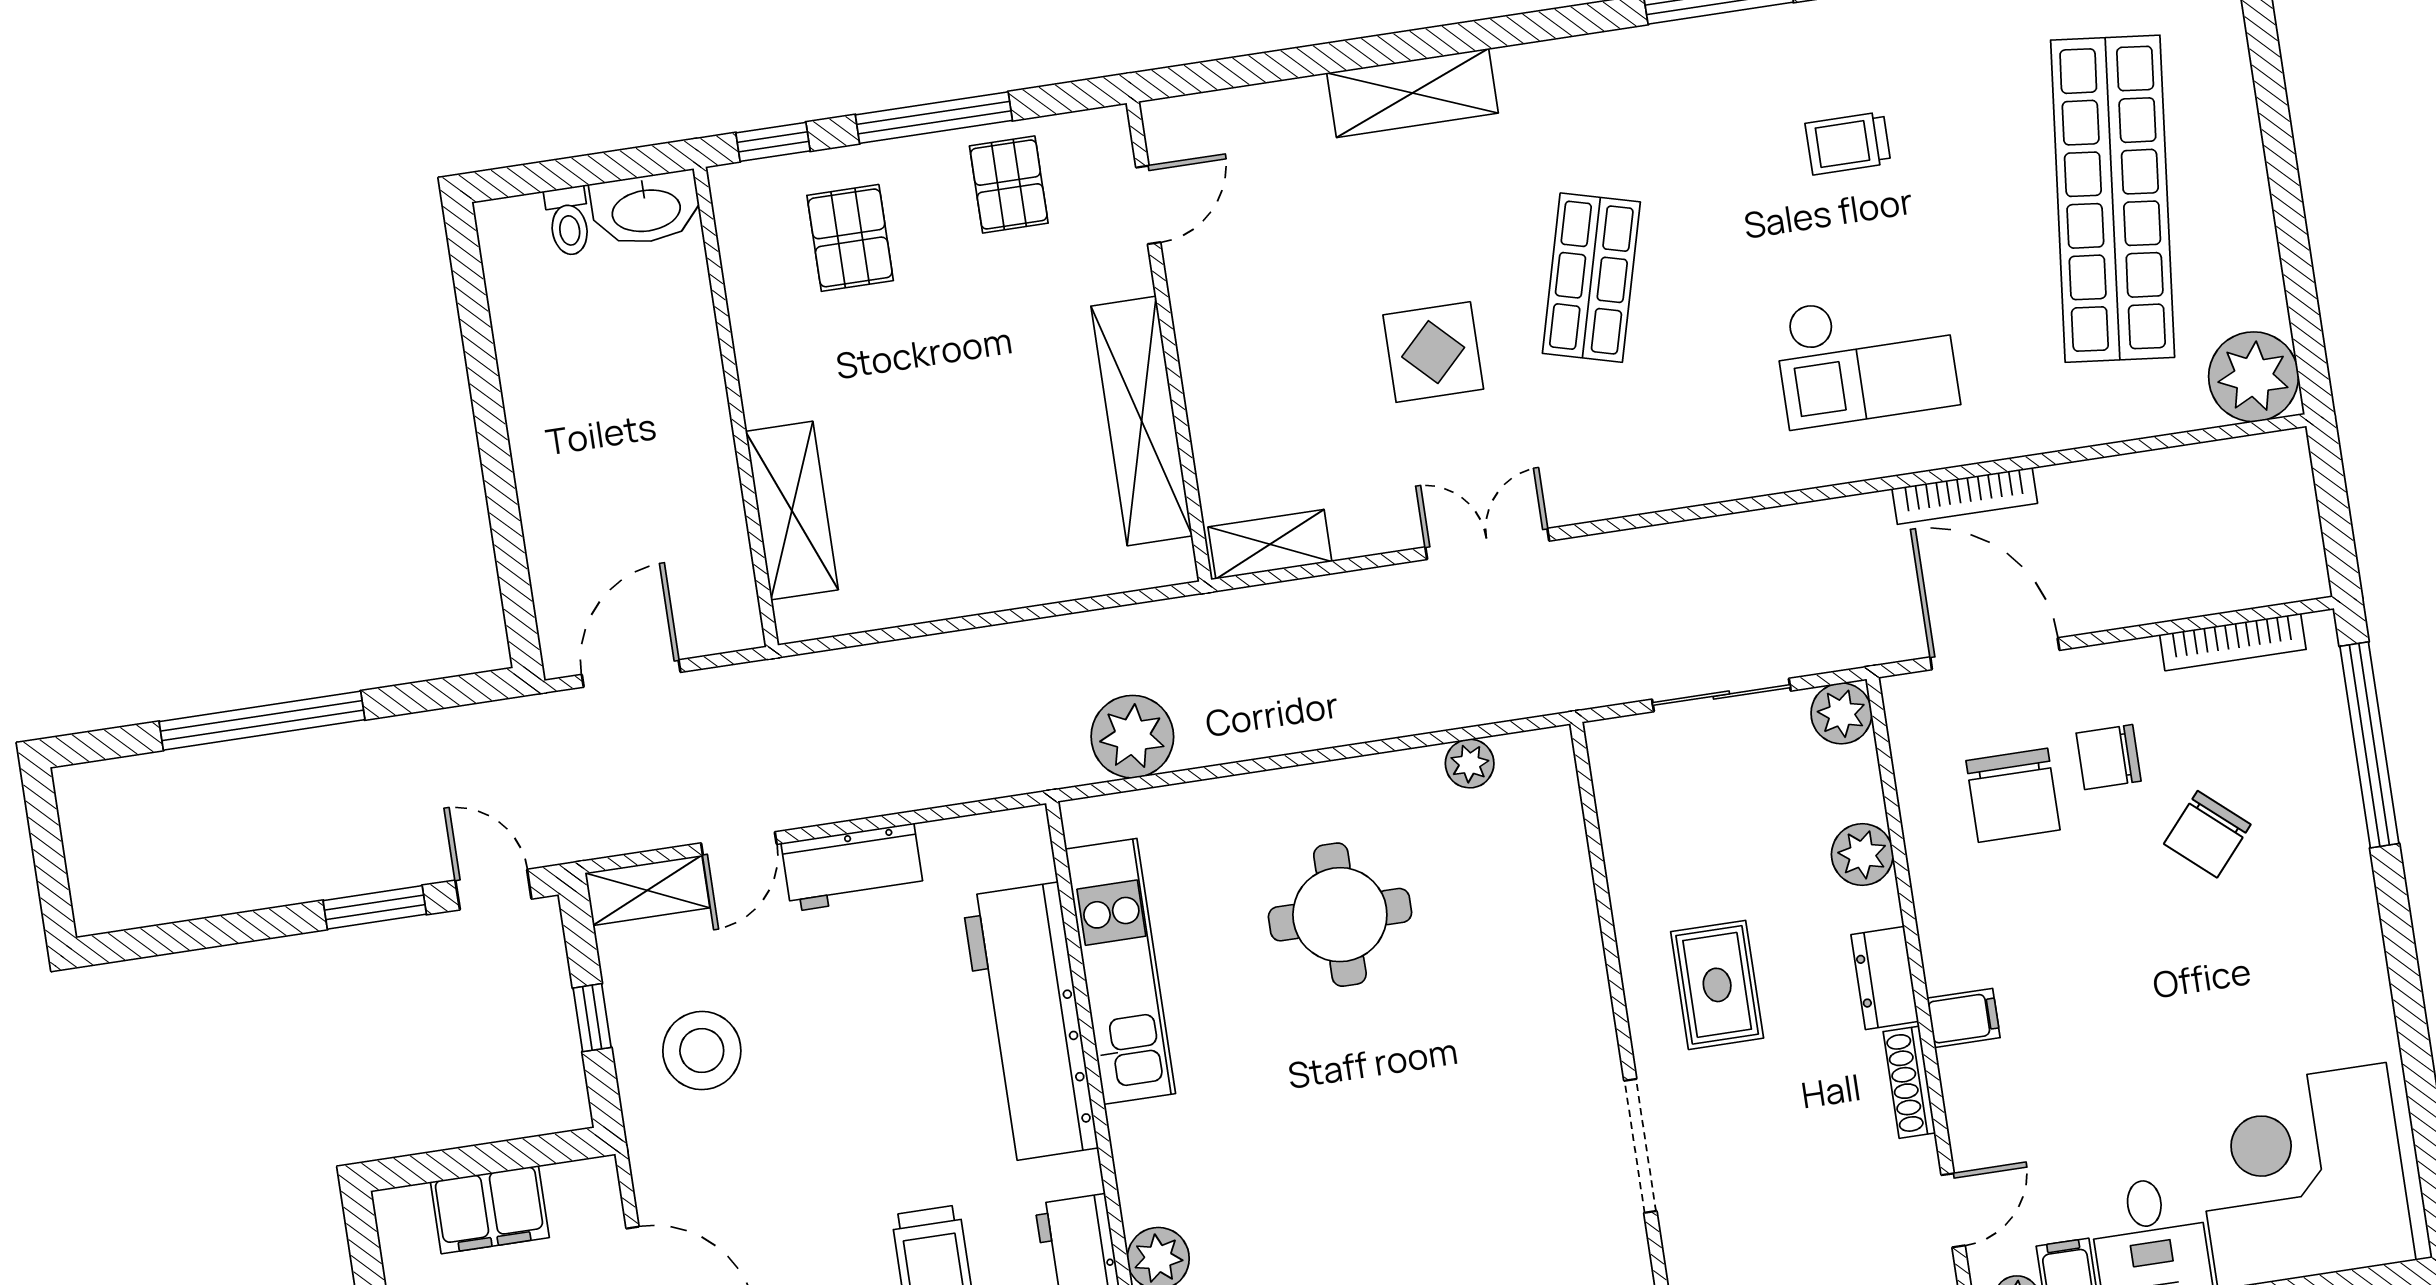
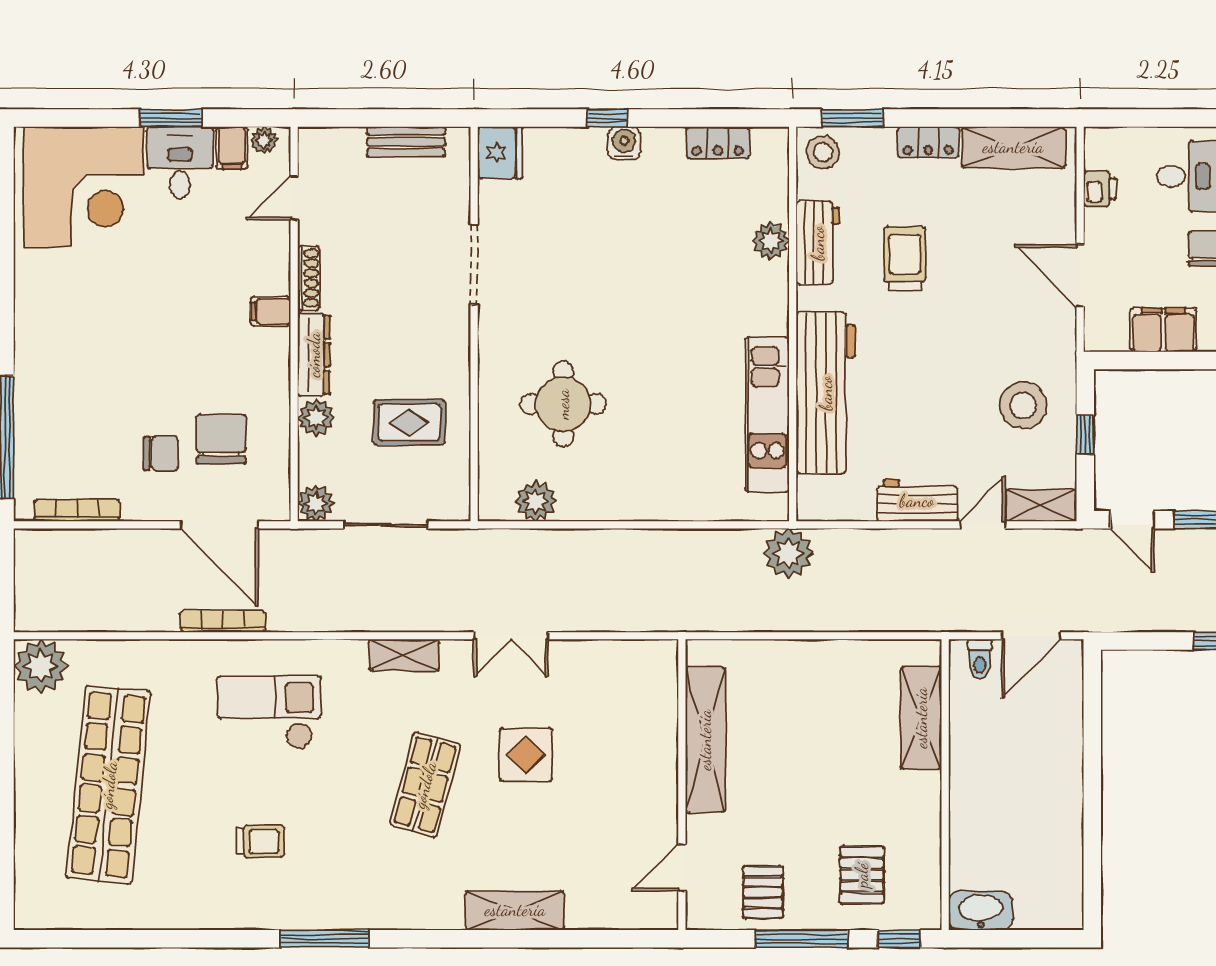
toilet: (568, 221) -> (980, 659), moved, turned 180
shelving: (1270, 544) -> (404, 655), moved
plant: (1132, 737) -> (788, 553), moved
plant: (1470, 764) -> (536, 501), width x1.38, depth x1.38
chair: (2207, 834) -> (109, 399), removed
round table: (1340, 915) -> (563, 404), moved
dresser: (1885, 978) -> (314, 355), width x1.44
rug: (1717, 985) -> (409, 422), moved, turned 90

